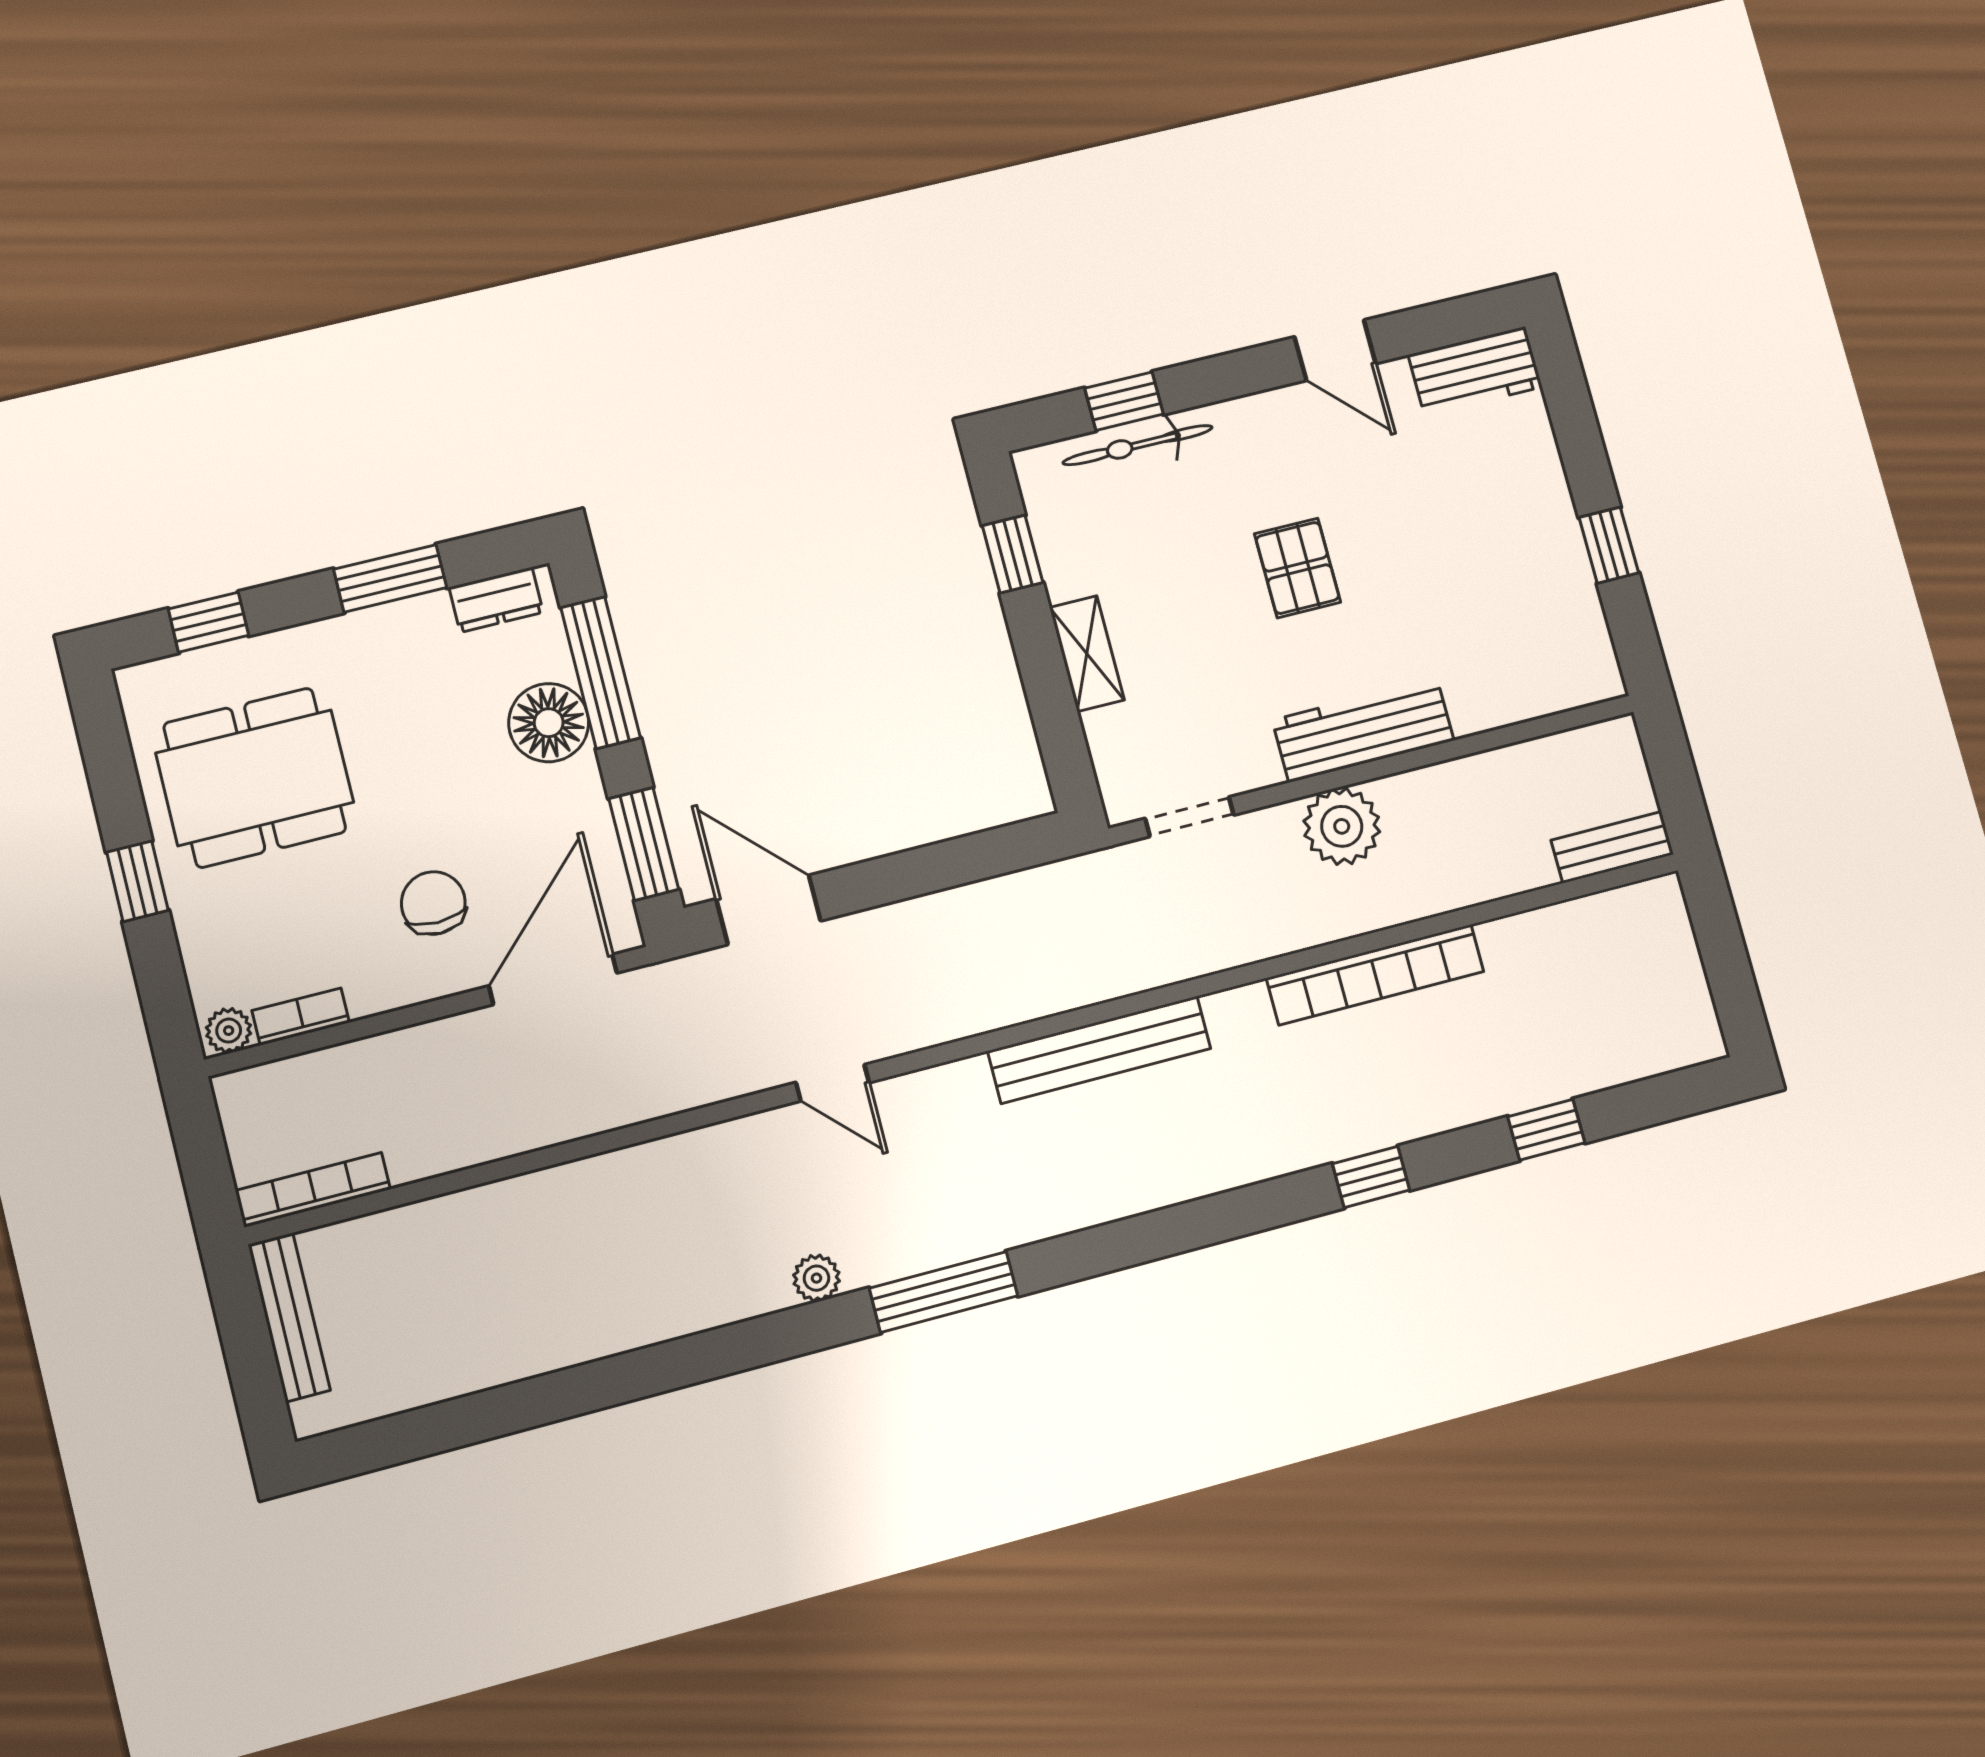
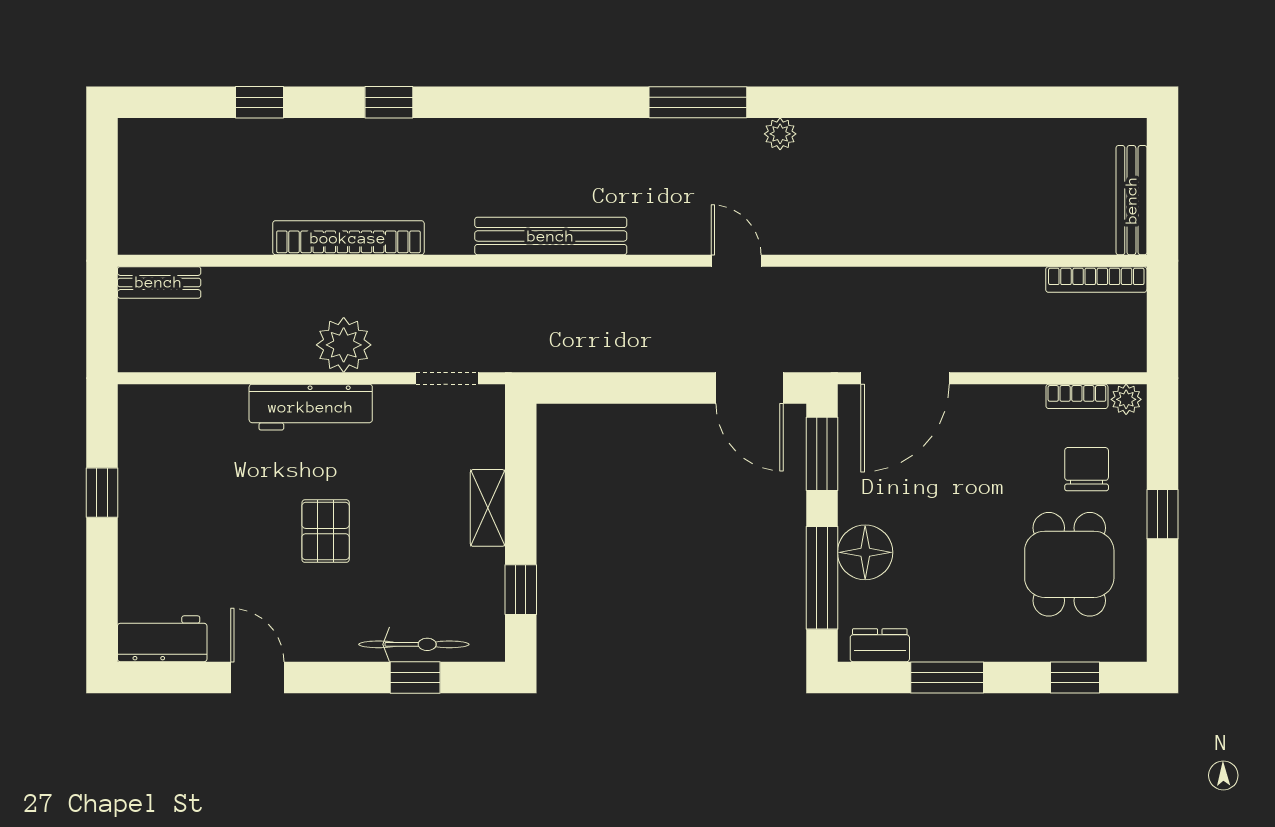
dining table: (255, 778) -> (1069, 564), width x0.73
chair: (433, 903) -> (1087, 469), moved, turned 180

